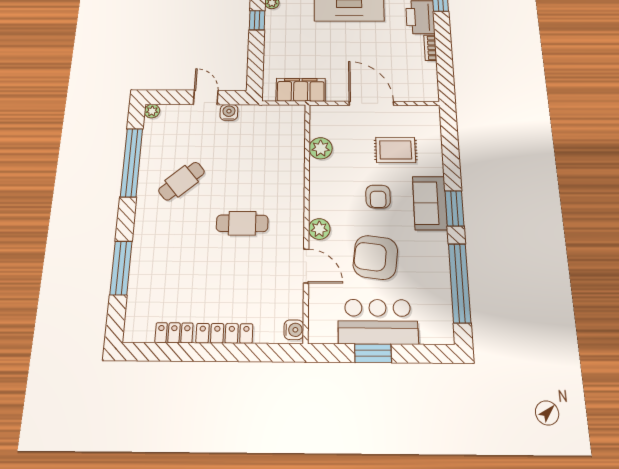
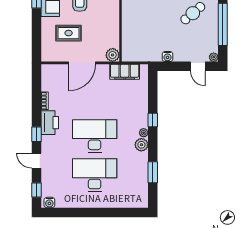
door: (206, 97) -> (198, 66), moved
door: (371, 103) -> (82, 63), hinge flipped
plant: (321, 148) -> (113, 55), moved

